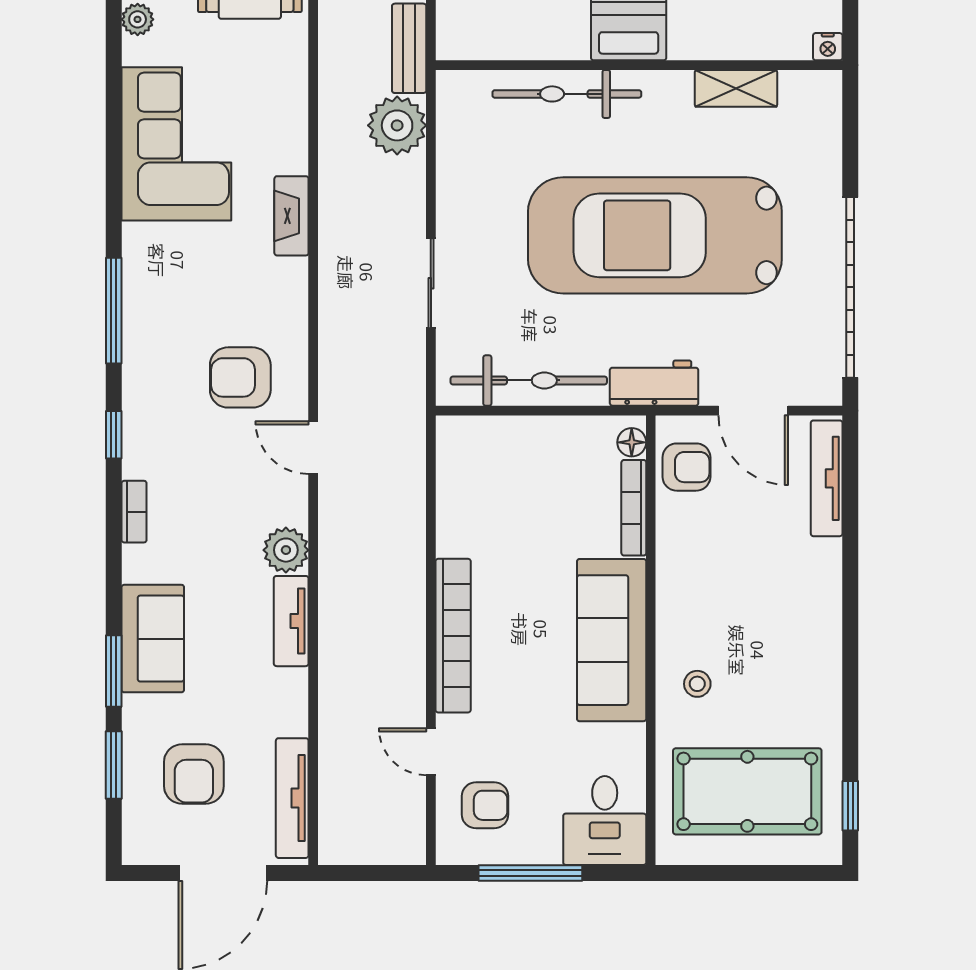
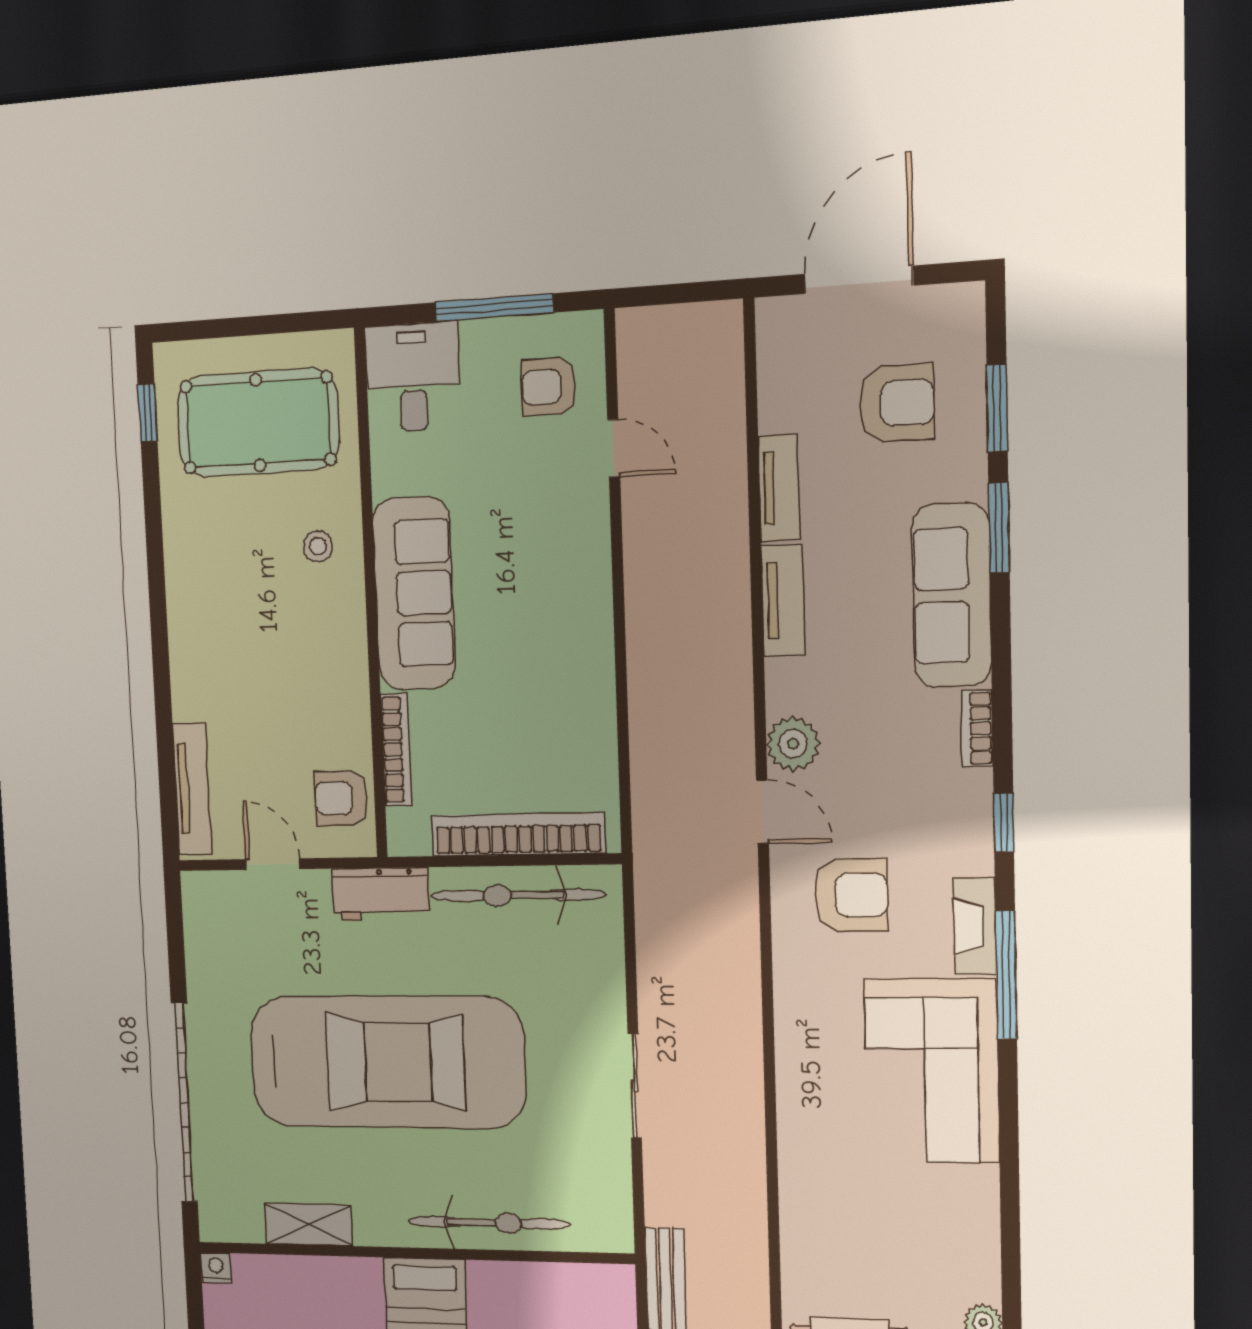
plant: (397, 125) -> (676, 1191), removed
corner sofa: (176, 144) -> (932, 1071), moved
fireplace: (291, 216) -> (975, 926), moved, turned 180
sliding door: (431, 283) -> (635, 1086), moved
garage door: (850, 287) -> (184, 1103), moved
door: (753, 411) -> (273, 864), width x0.73
floor lamp: (632, 442) -> (402, 825), removed
plant: (286, 550) -> (793, 744), moved
bookcase: (453, 636) -> (518, 834), moved, turned 90
sofa: (153, 639) -> (952, 595), width x1.36
armchair: (194, 774) -> (897, 403), turned 90
tv unit: (292, 798) -> (779, 488), moved, width x0.71

